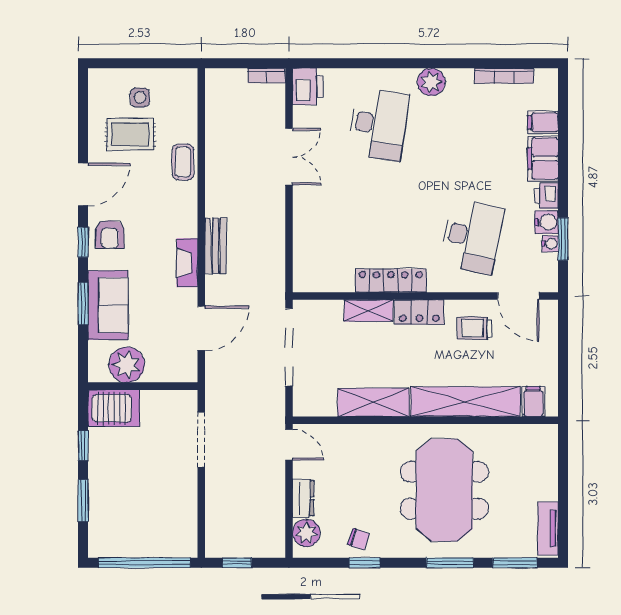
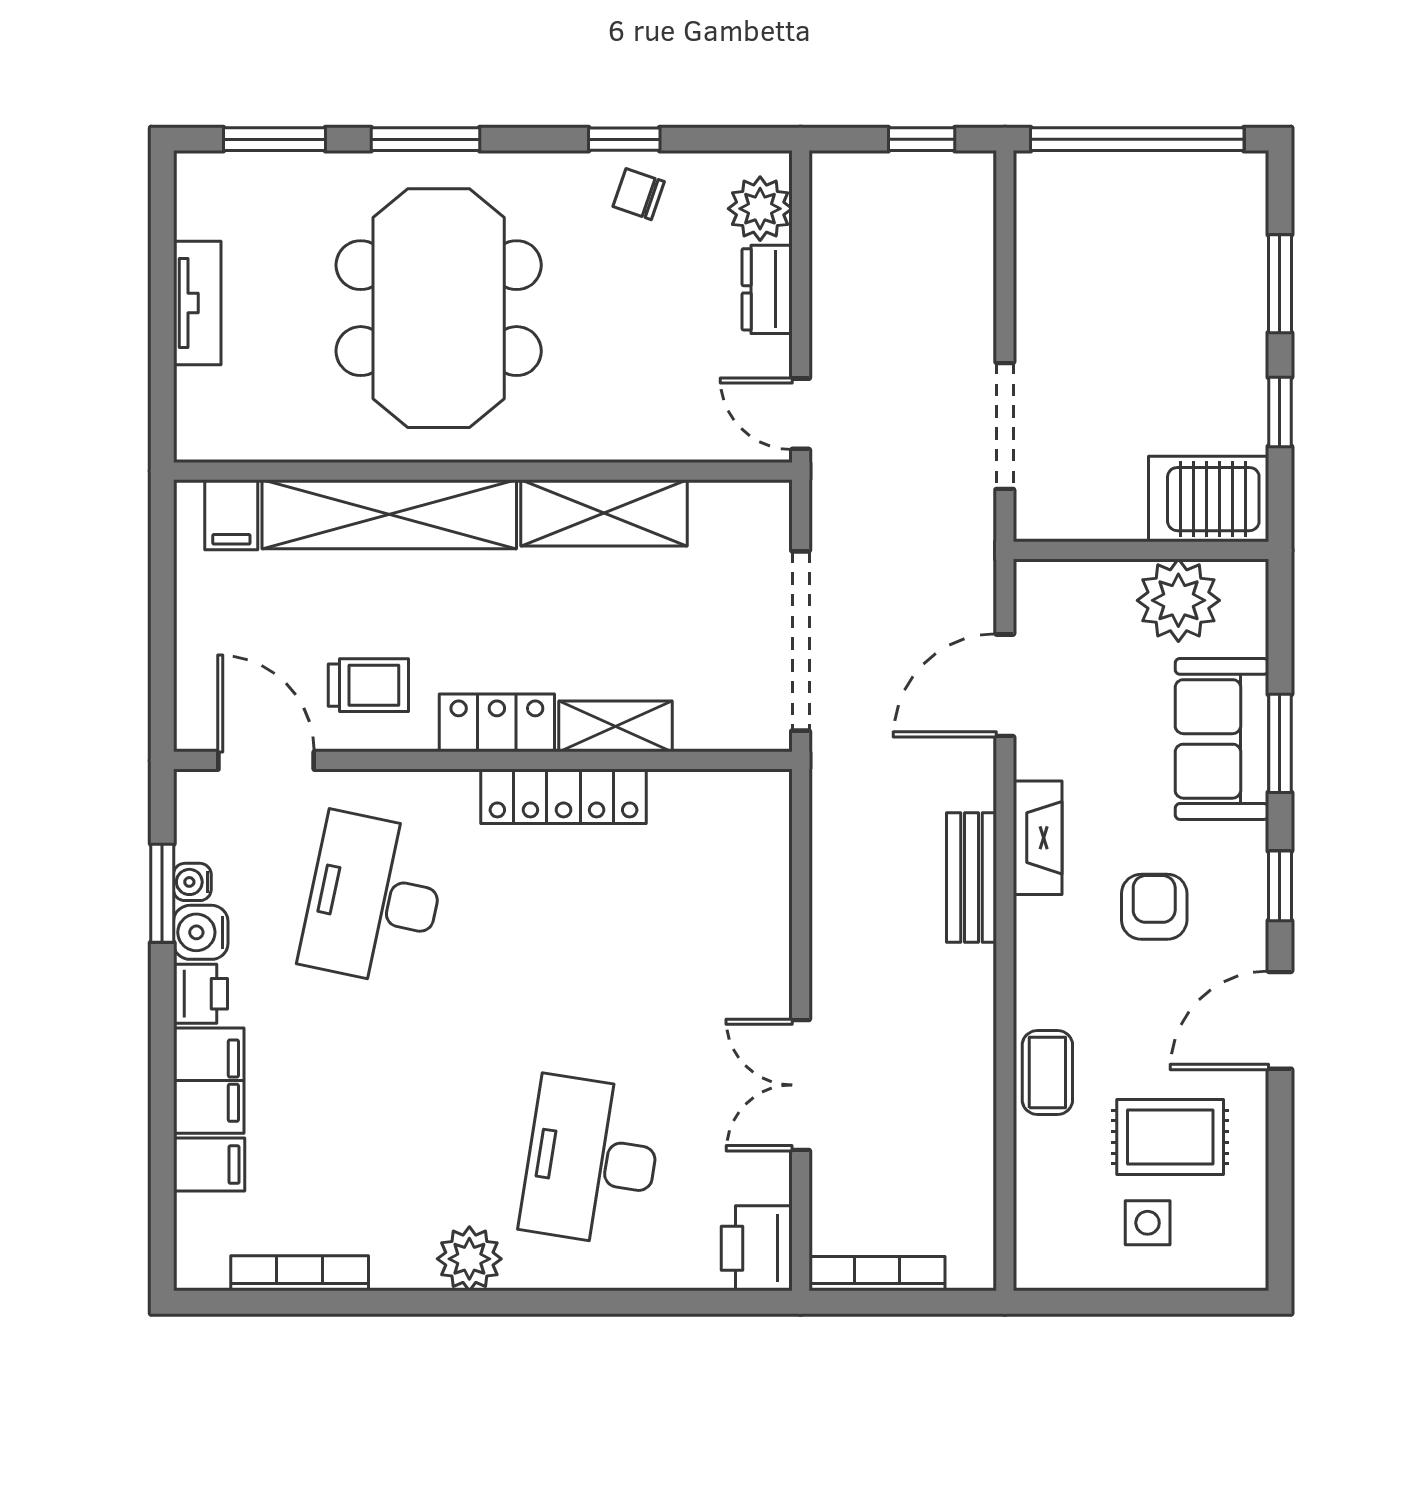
bookcase: (266, 76) -> (877, 1274), width x1.56
armchair: (110, 234) -> (1154, 907), moved
tv unit: (548, 528) -> (197, 303), moved

